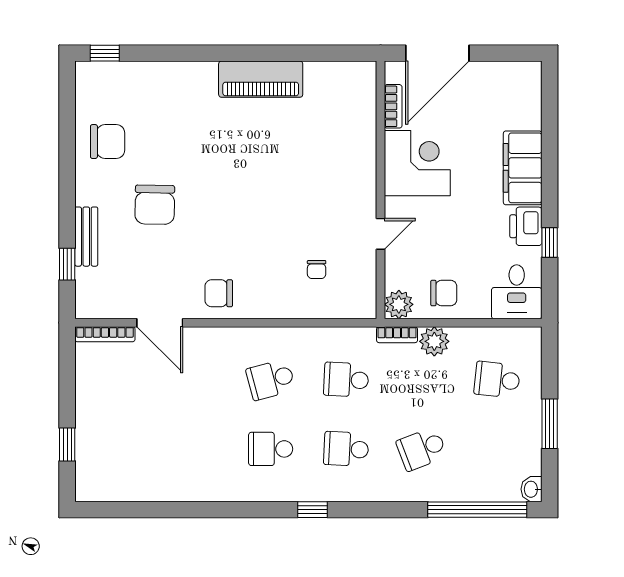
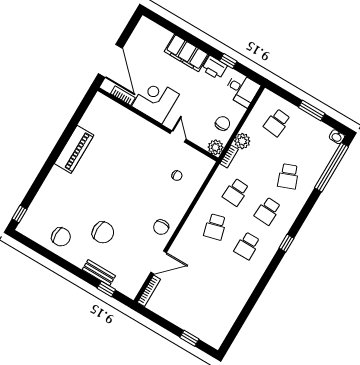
chair: (108, 142) -> (61, 237), turned 90

